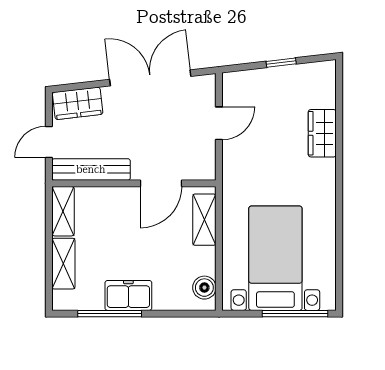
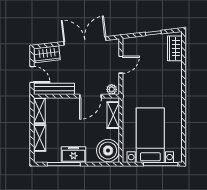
wardrobe: (322, 133) -> (175, 48), moved
door: (49, 142) -> (32, 74), swing flipped
plant: (201, 170) -> (112, 89), added
boiler: (204, 288) -> (108, 151), width x1.86, depth x1.86

